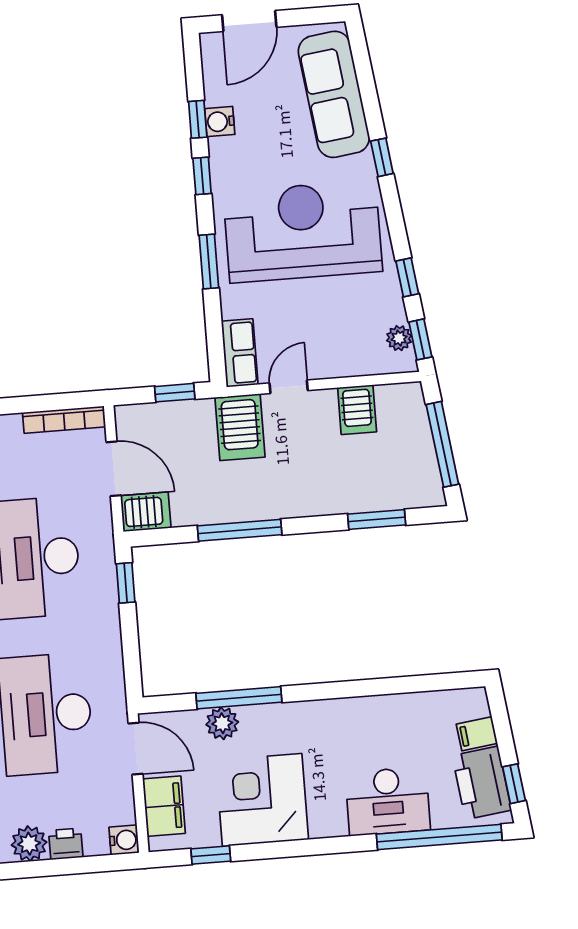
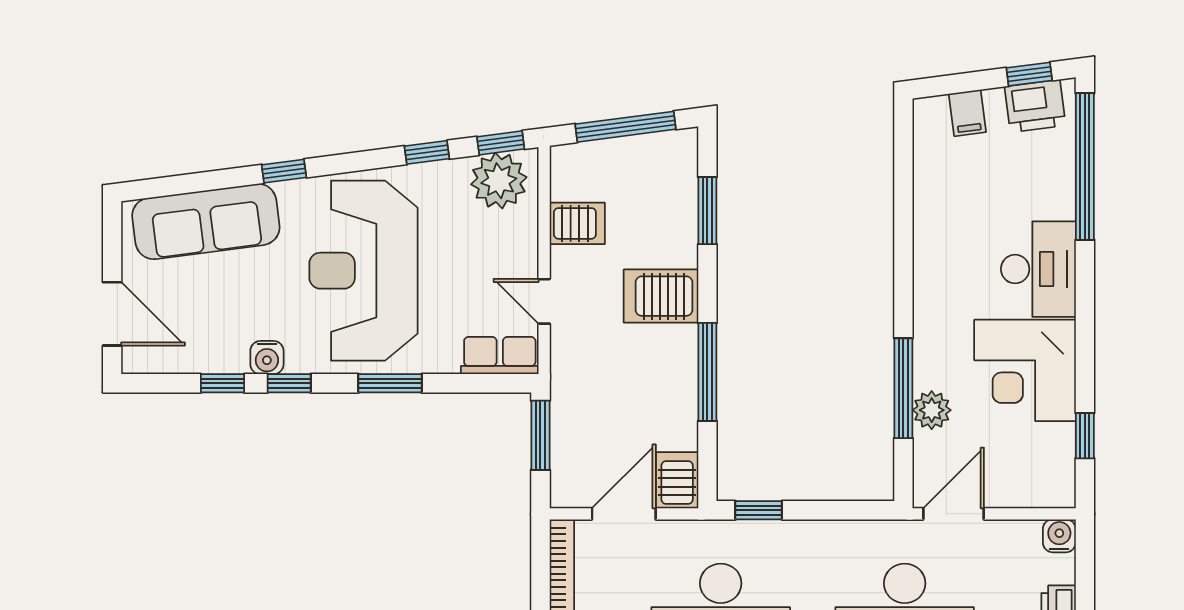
water cooler: (220, 122) -> (267, 358), moved
plant: (399, 338) -> (499, 181), width x1.87, depth x1.87
window: (175, 393) -> (540, 435), width x1.50
server rack: (240, 427) -> (661, 296), moved, turned 180
printer: (482, 783) -> (1035, 106), width x0.73, depth x0.84
desk: (388, 801) -> (1038, 269), moved
filing cabinet: (164, 806) -> (1023, 486), removed

